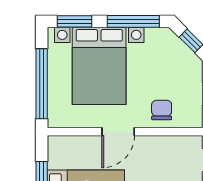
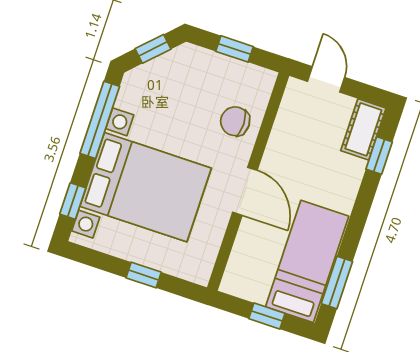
window: (74, 21) -> (73, 201), width x0.67
window: (42, 84) -> (144, 275), width x0.32

